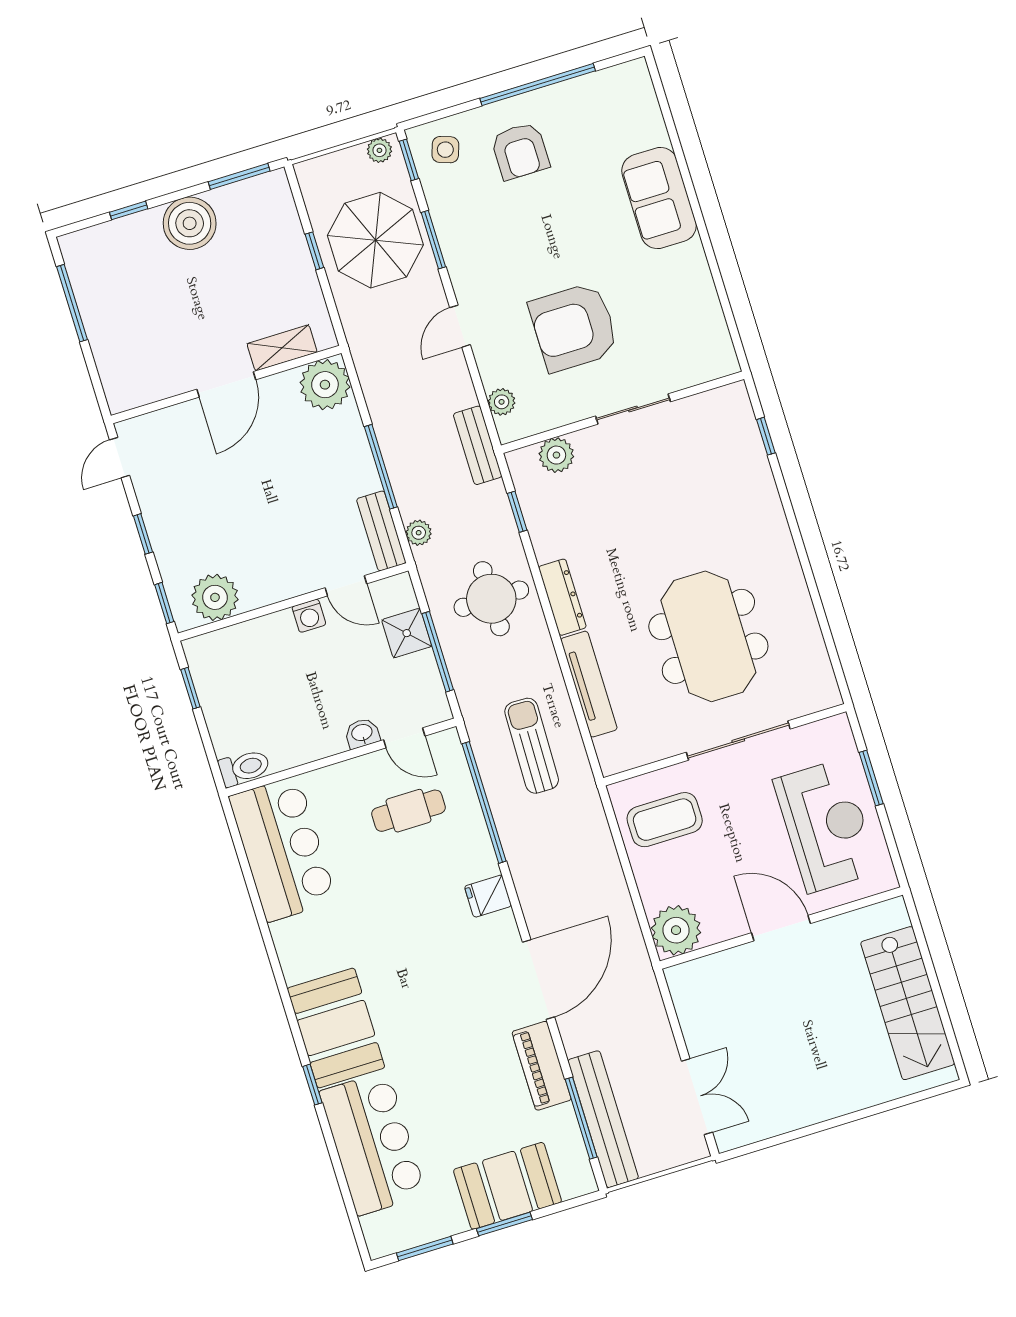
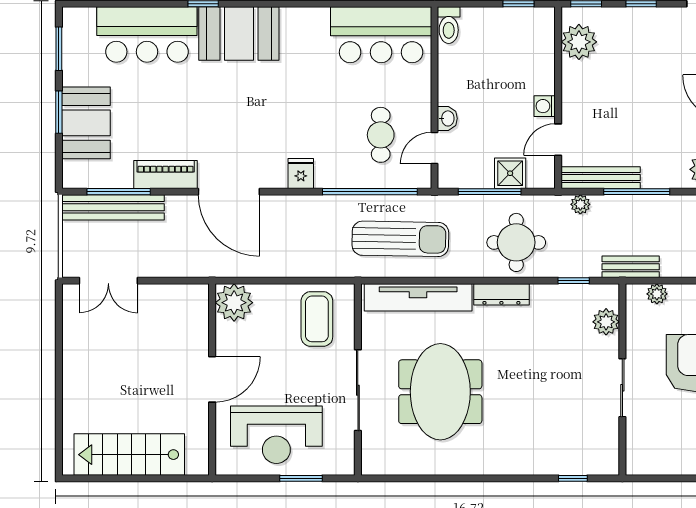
bench: (381, 531) -> (601, 178), width x1.36
meeting table: (708, 636) -> (440, 392), turned 90
tv unit: (589, 684) -> (418, 297), width x1.36, depth x1.29
sun lounger: (532, 746) -> (400, 239), width x1.36, depth x1.34

